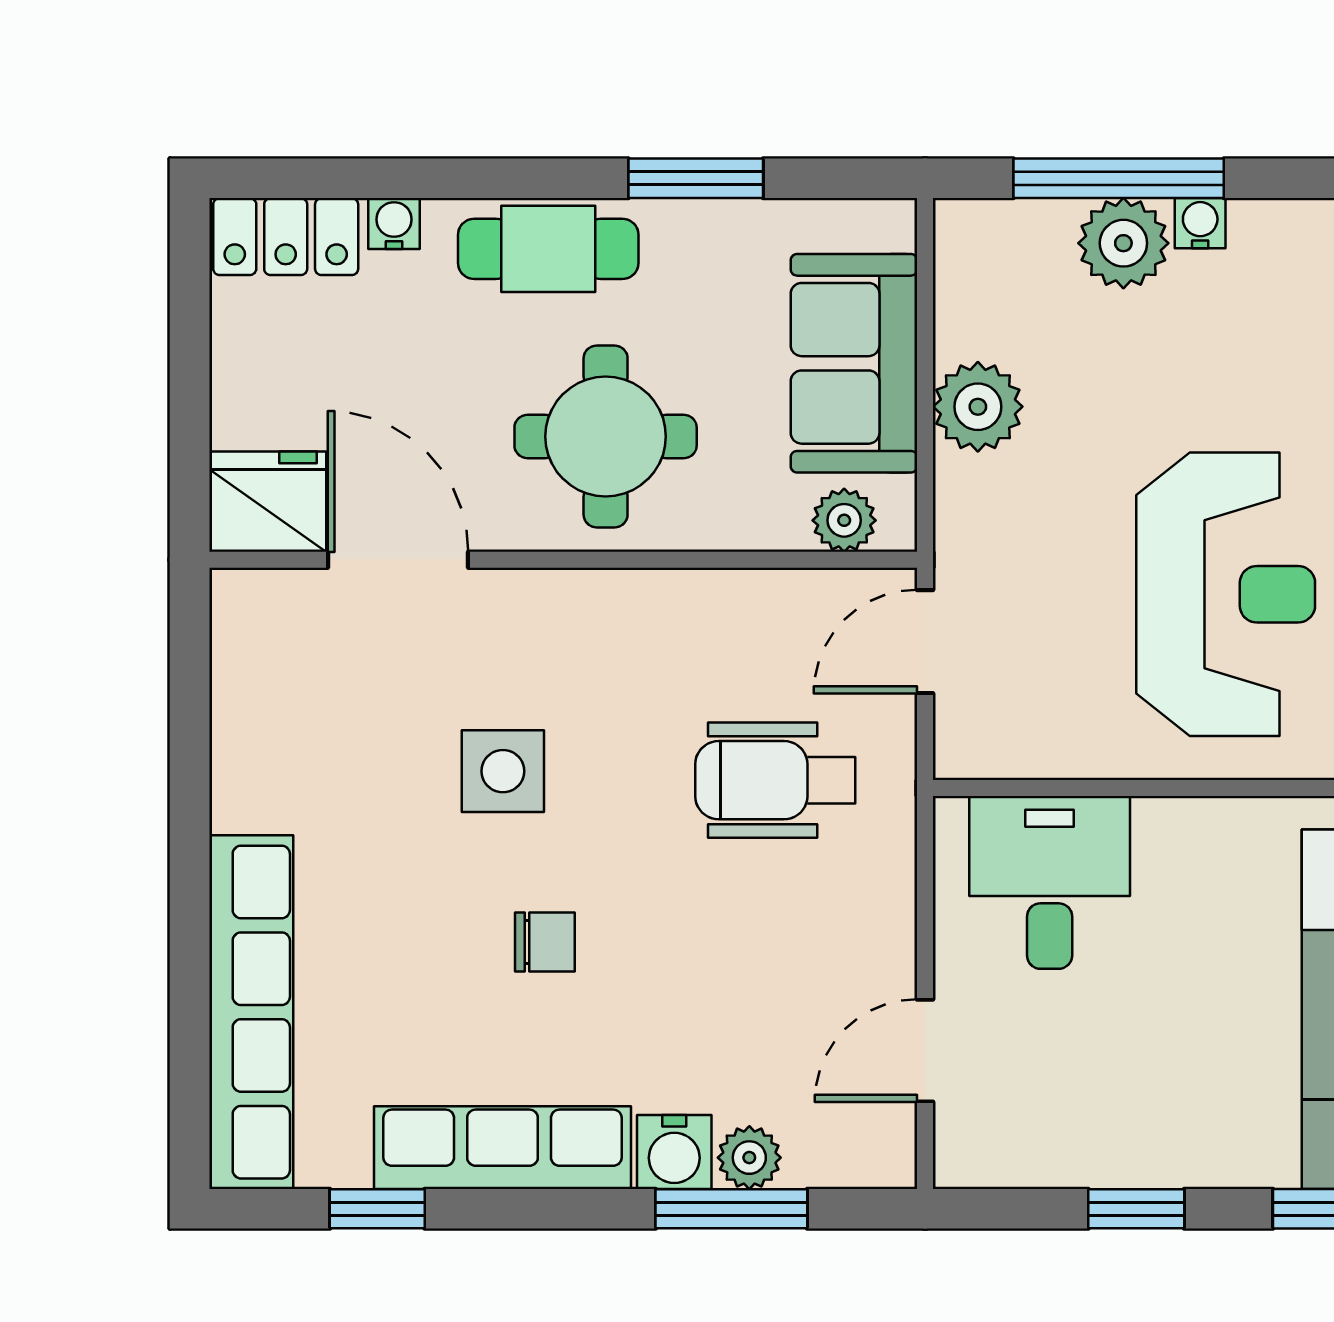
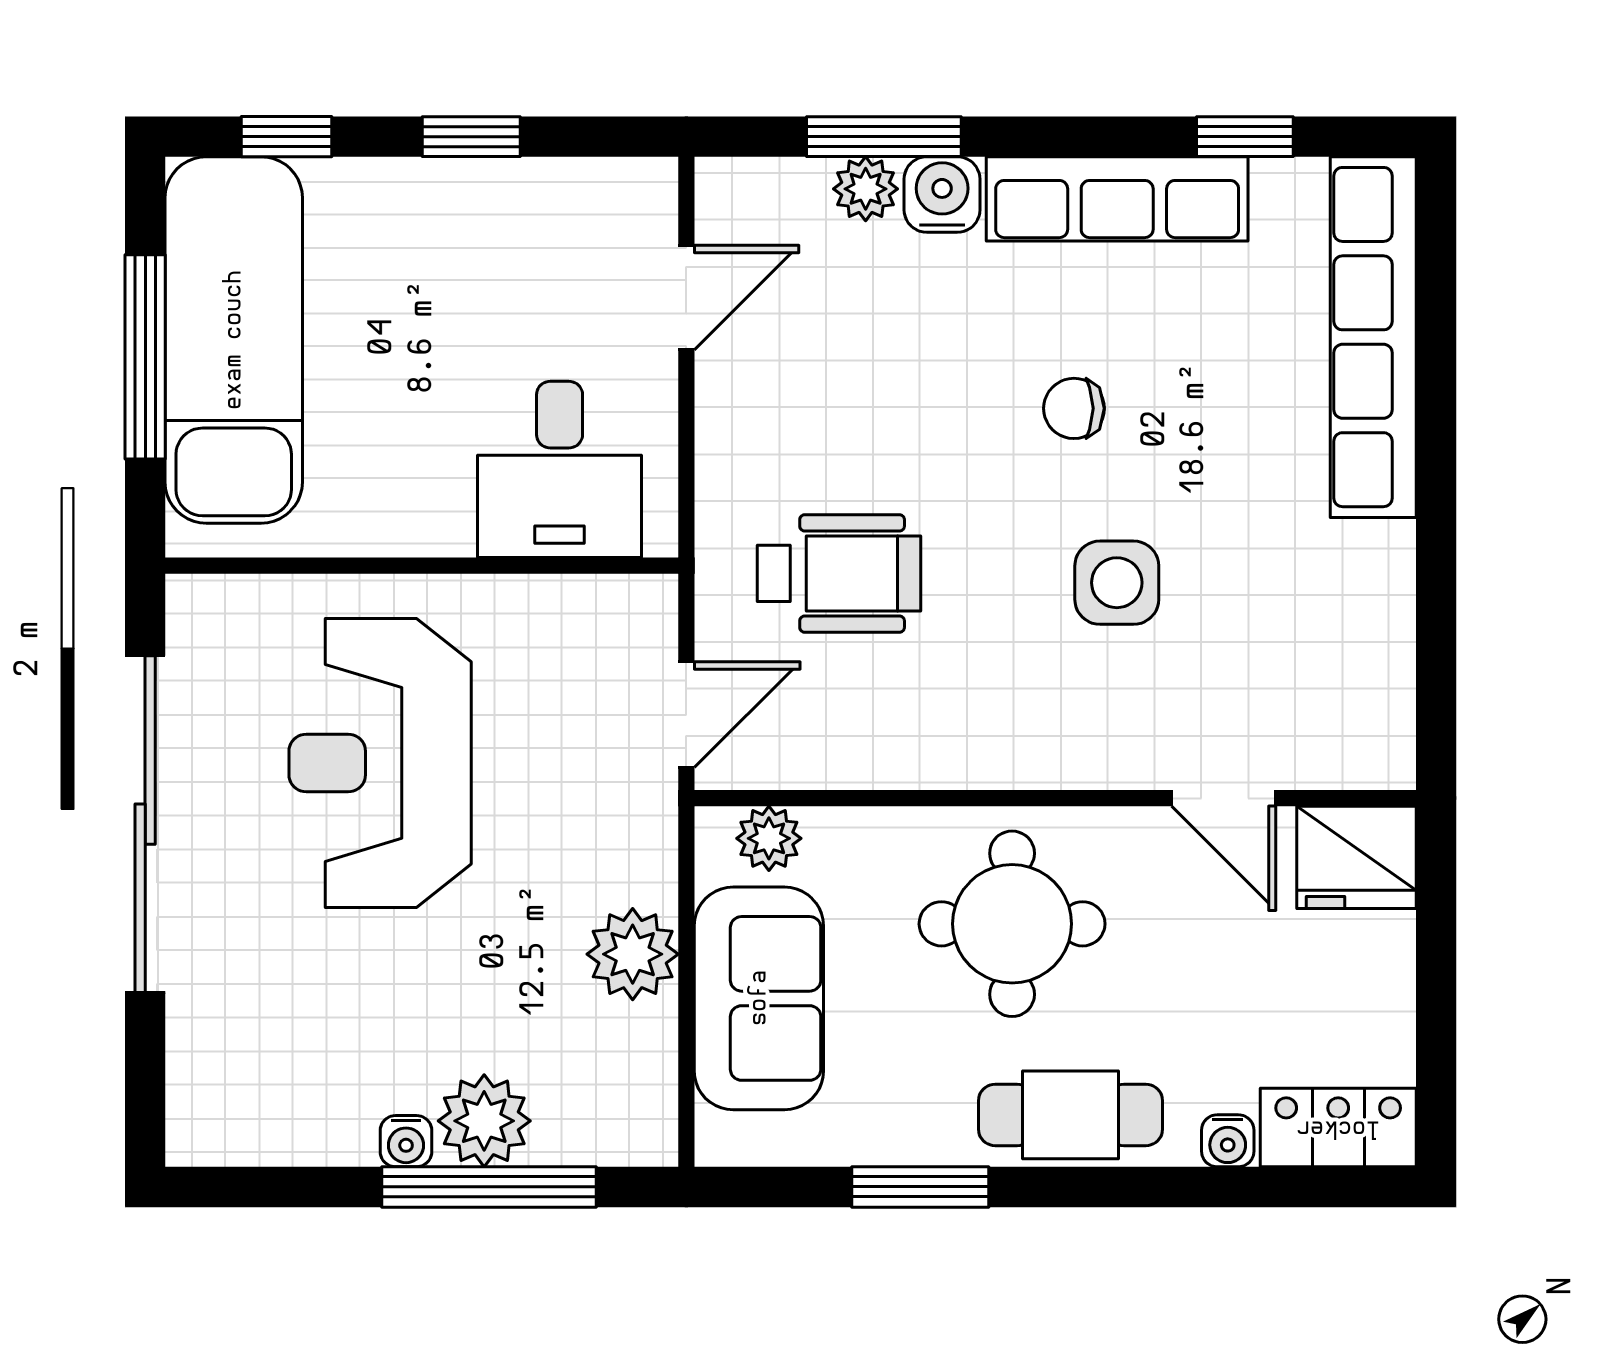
door: (398, 560) -> (1224, 798), width x0.73

